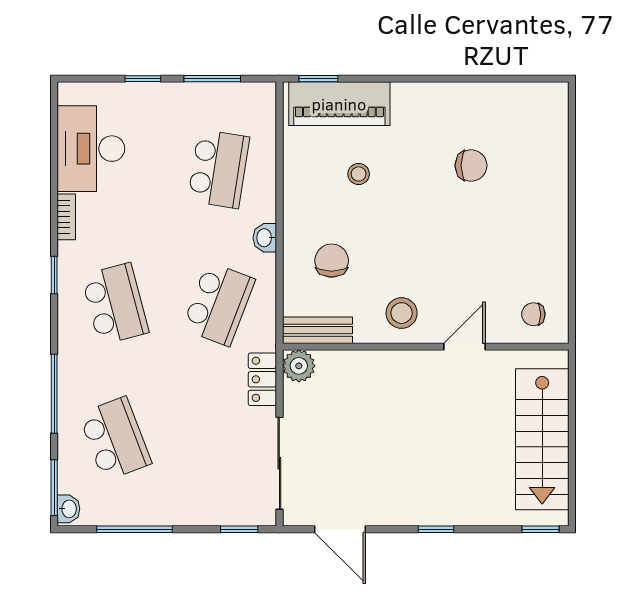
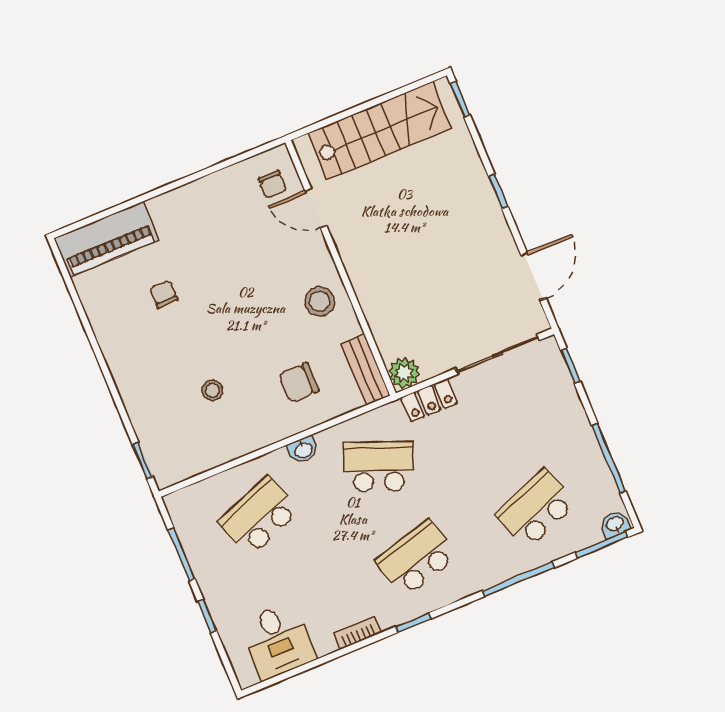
piano: (339, 104) -> (107, 239), moved, turned 90
desk: (91, 149) -> (278, 641), width x0.73
chair: (471, 166) -> (164, 294), width x0.73, depth x0.73
school desk: (219, 169) -> (259, 516), turned -30
door: (464, 347) -> (316, 208), moved

